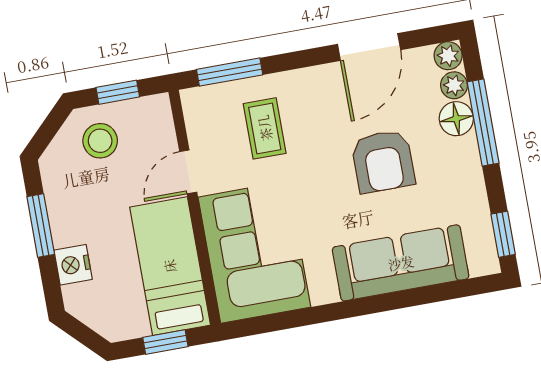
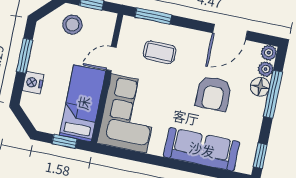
coffee table: (265, 128) -> (160, 52), turned 90

